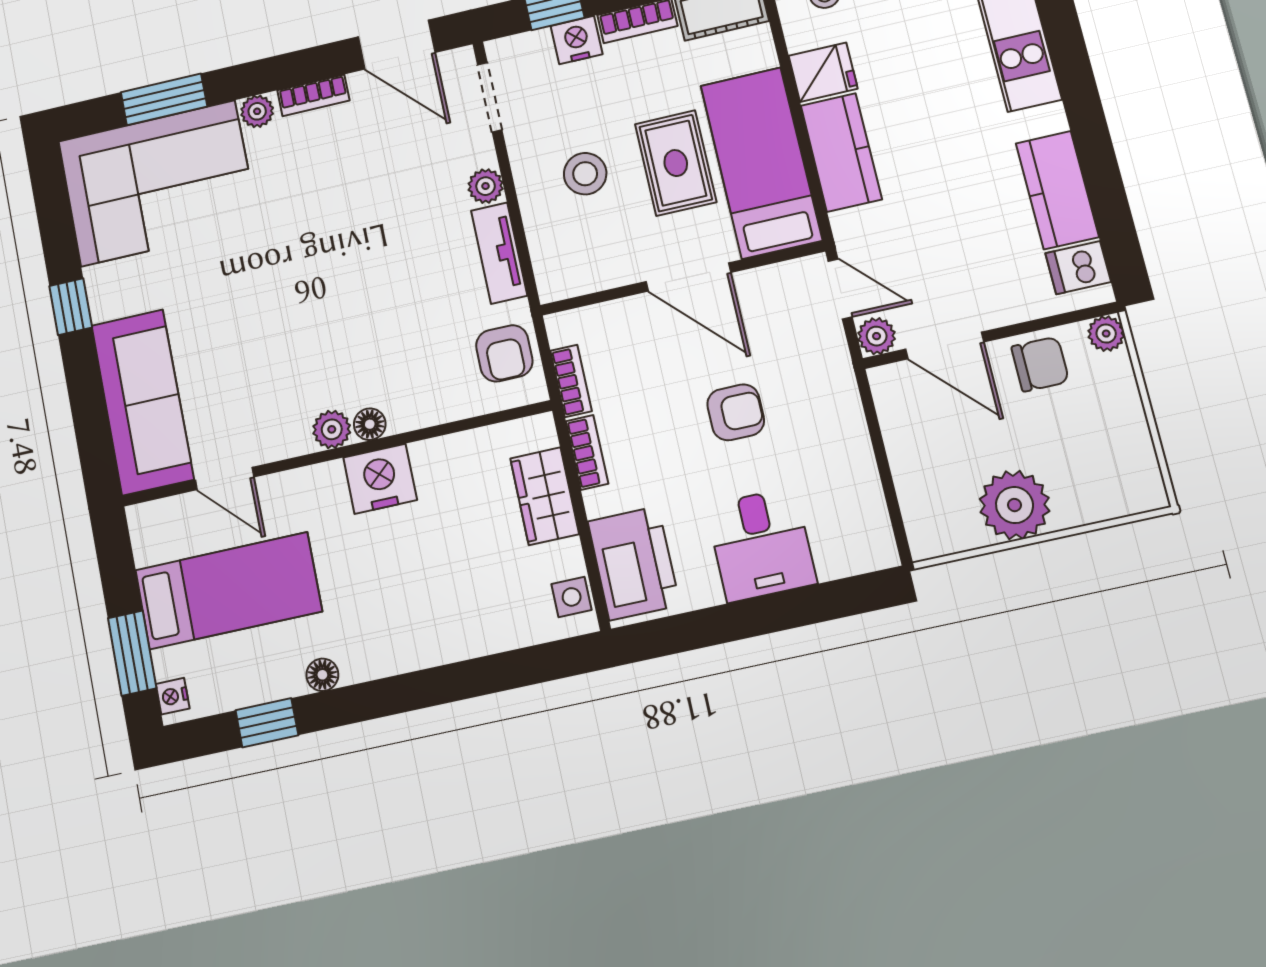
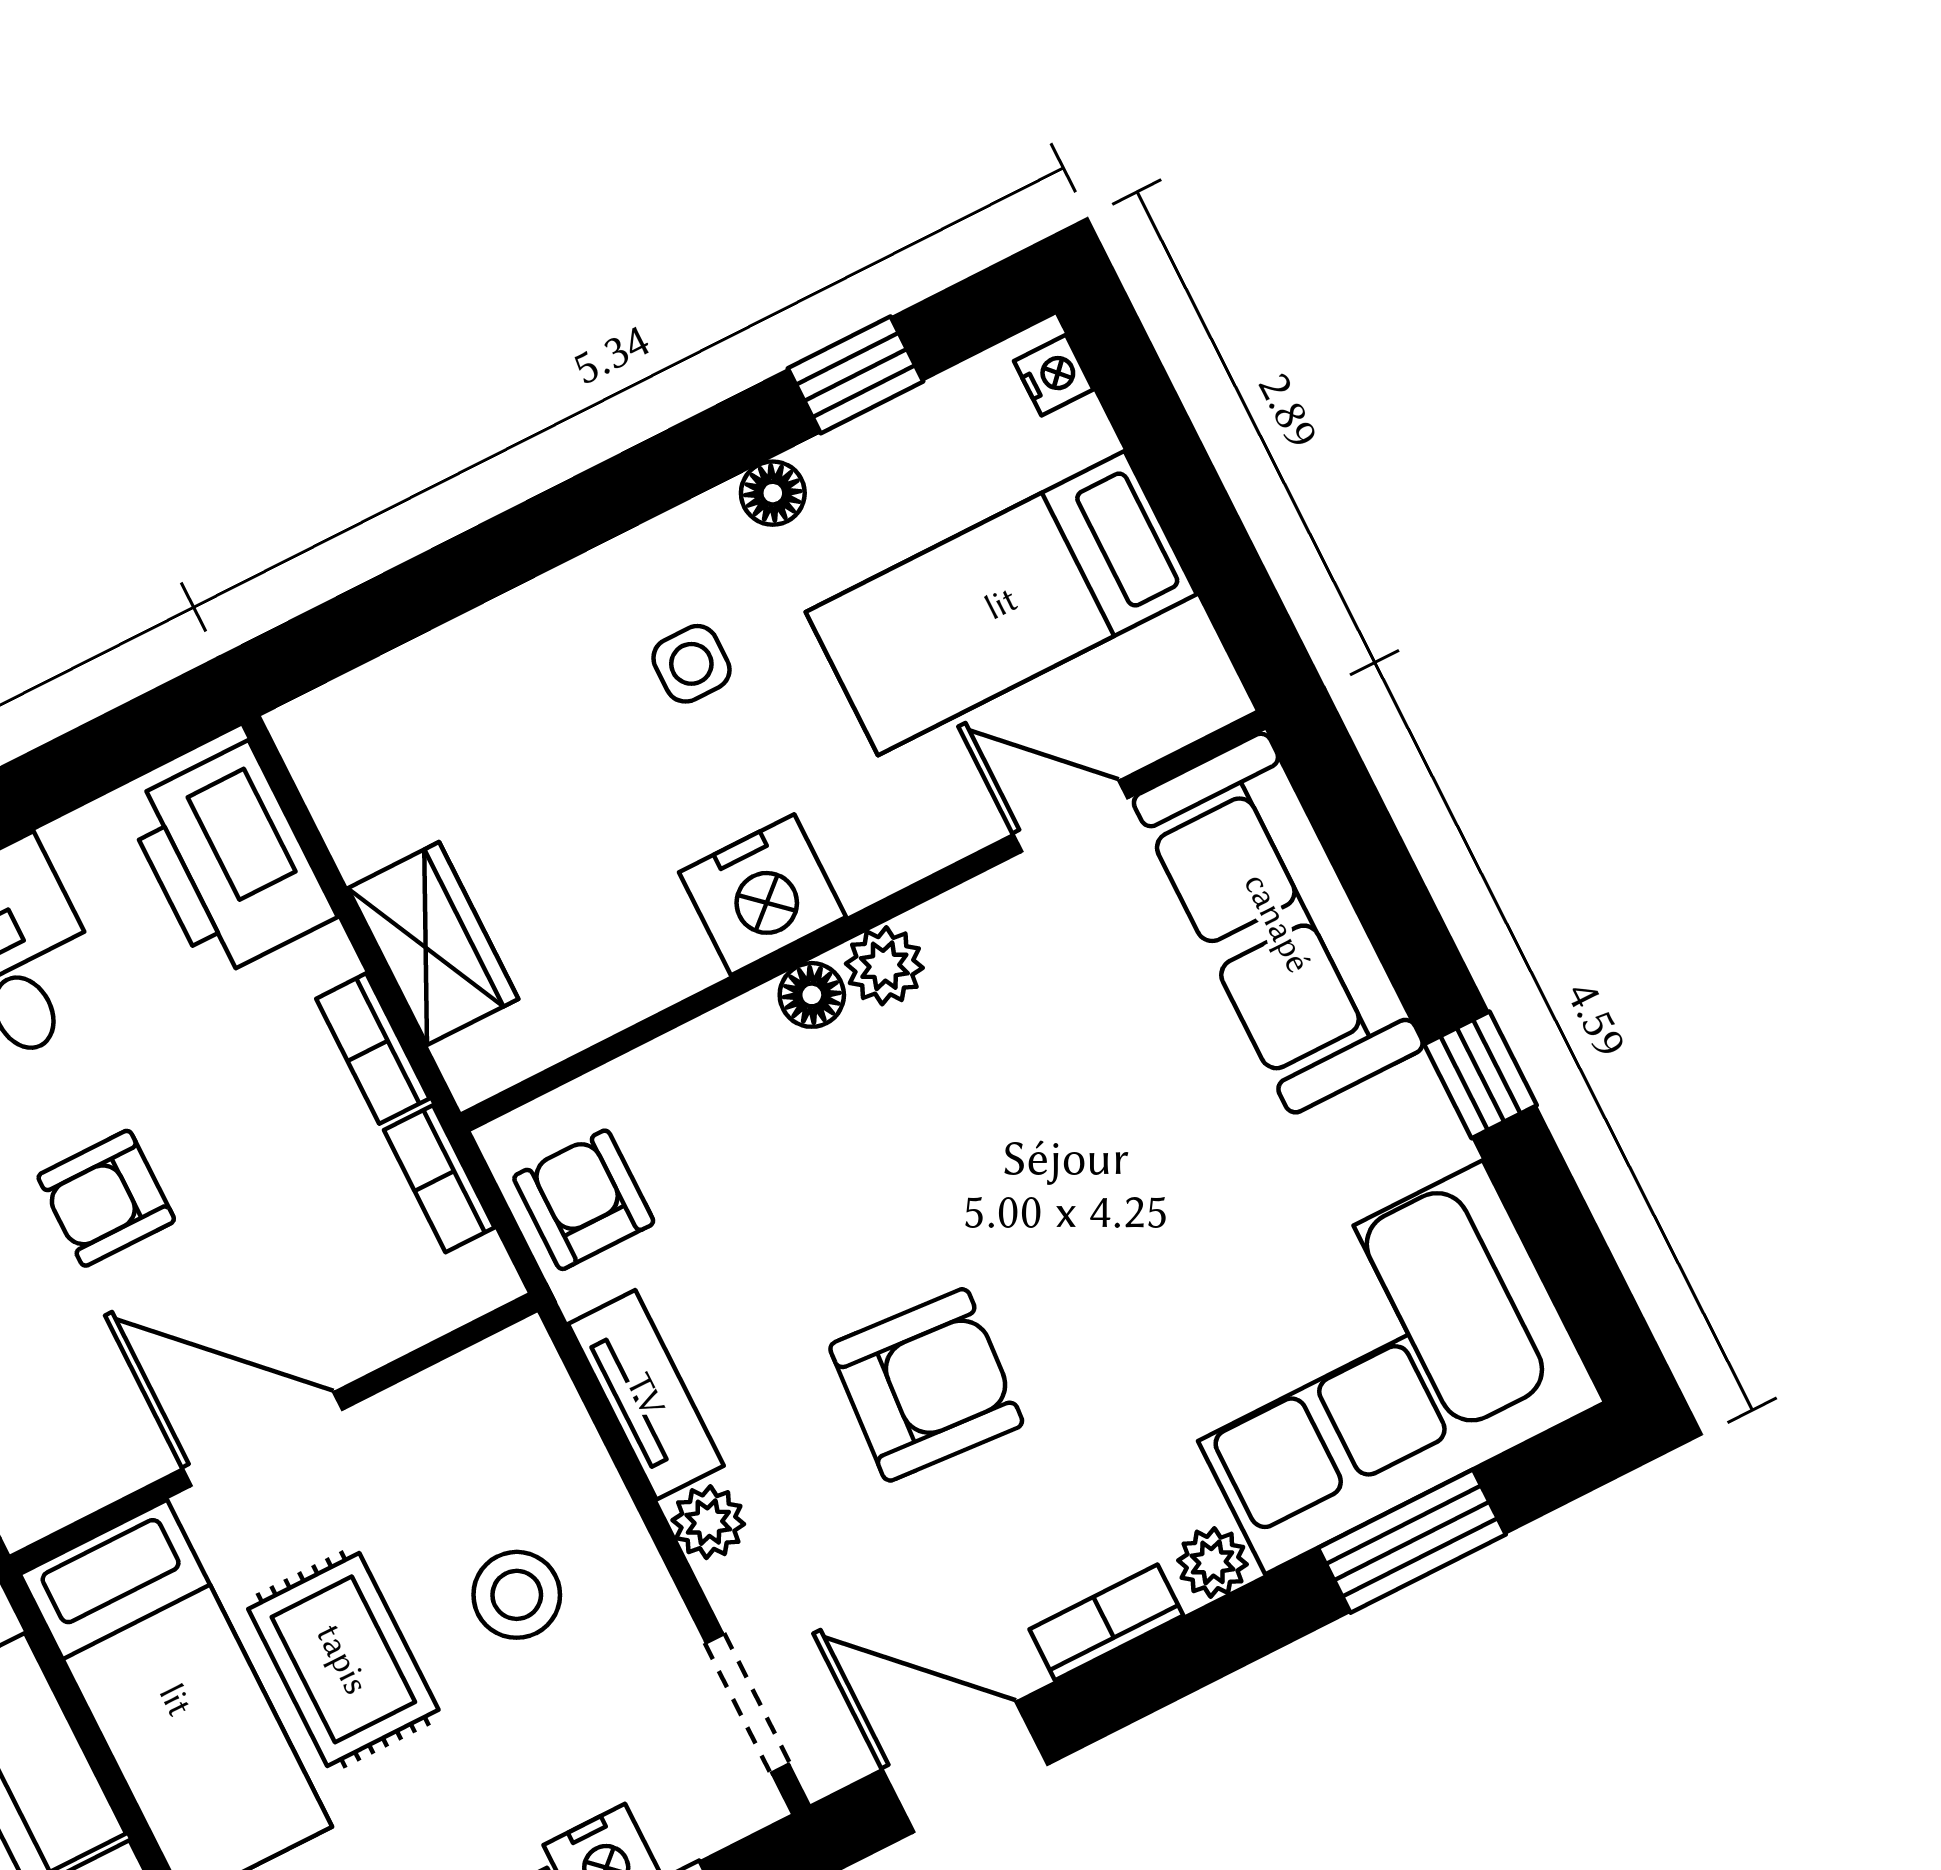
armchair: (366, 226) -> (926, 1385), added
side table: (572, 597) -> (691, 664), moved
window: (132, 653) -> (1157, 435), removed

